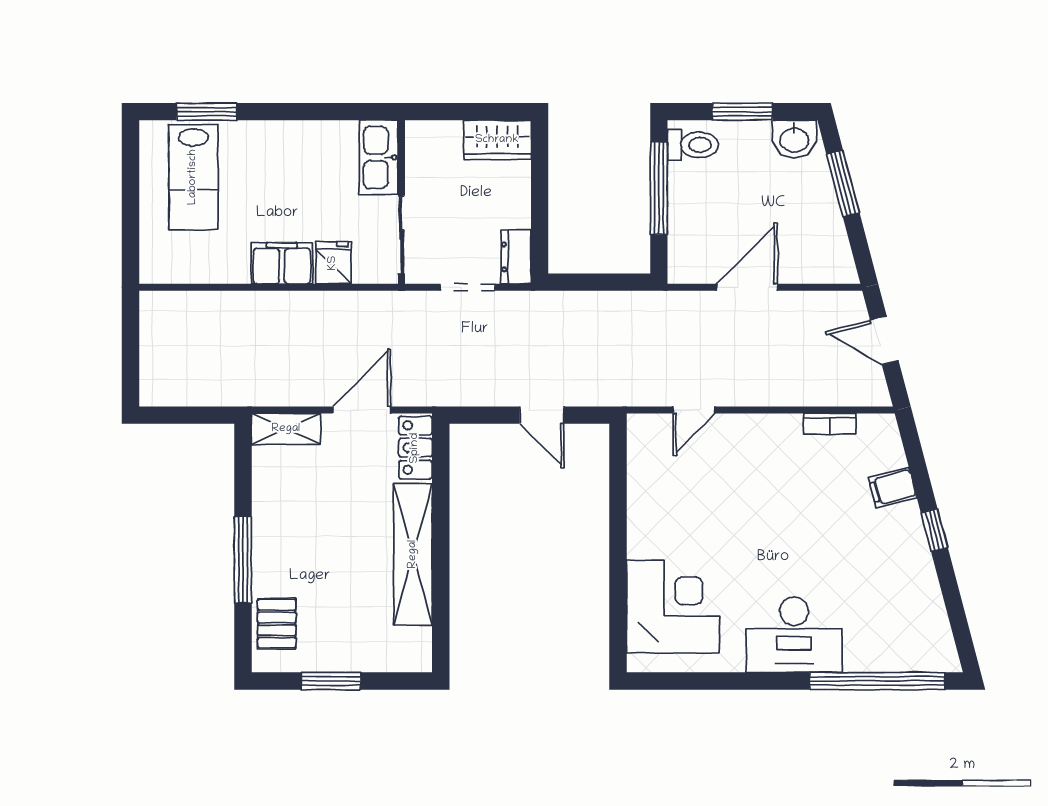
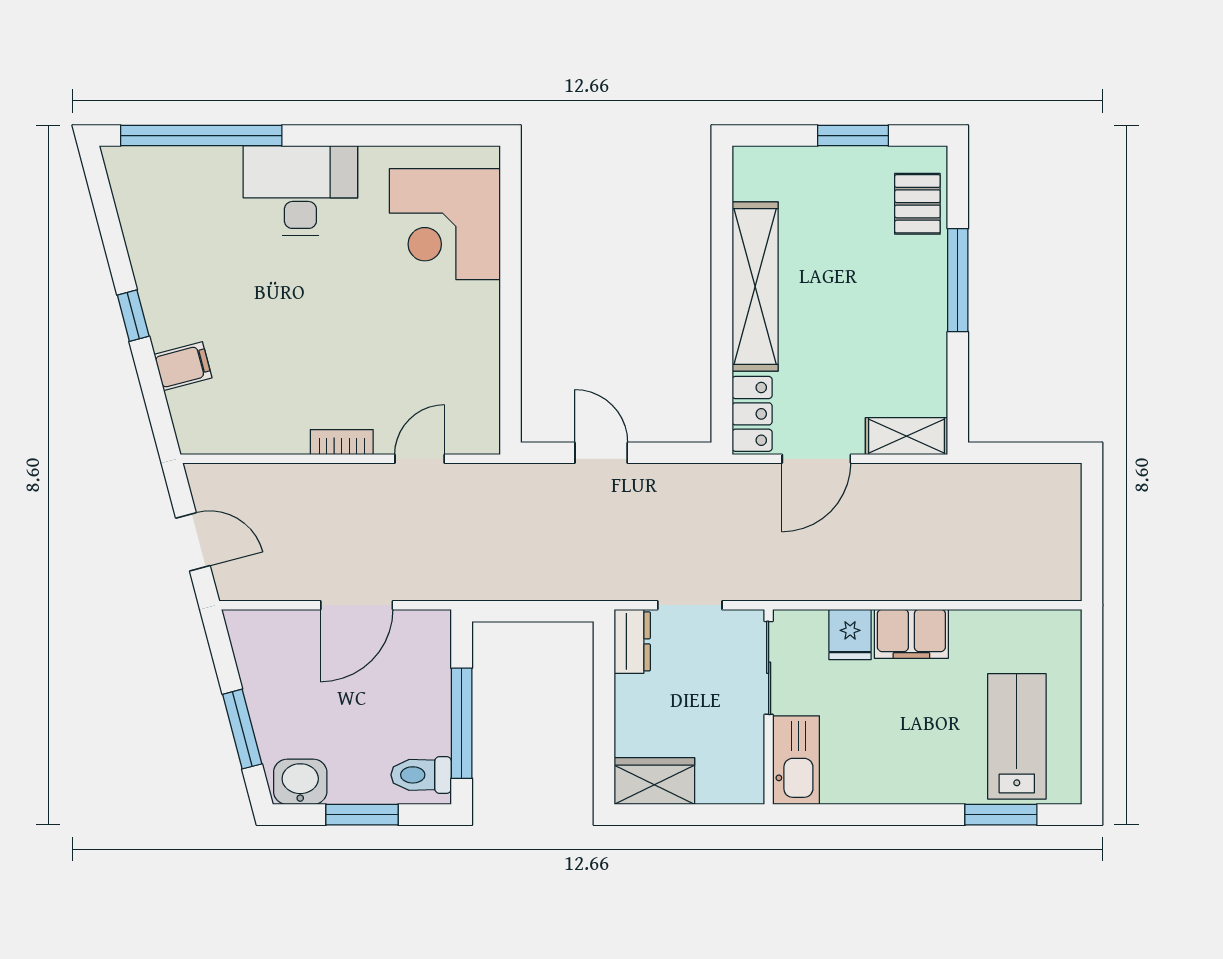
bookcase: (830, 424) -> (342, 442), moved

